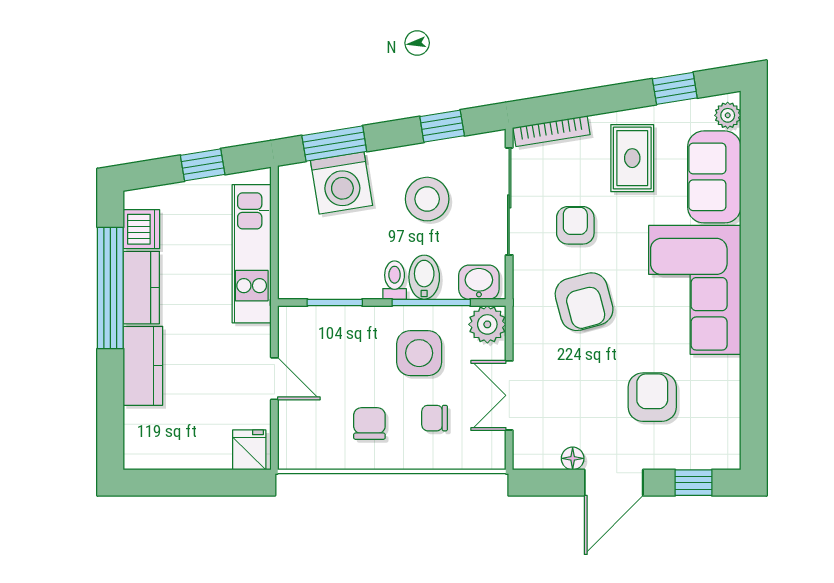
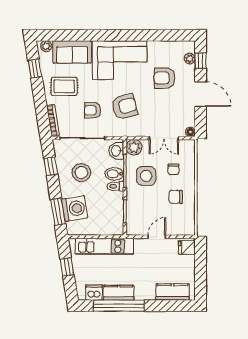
kitchen counter: (143, 366) -> (173, 292), moved
plant: (699, 457) -> (190, 58), added
floor lamp: (573, 458) -> (190, 132), moved

